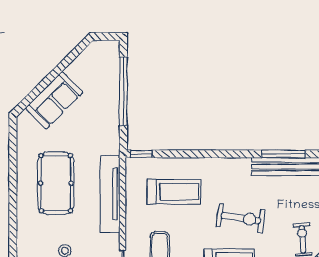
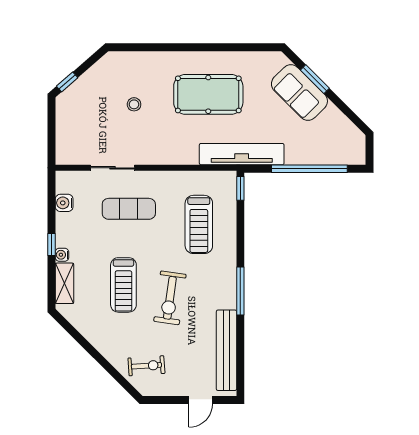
window: (42, 86) -> (315, 79), added
window: (284, 154) -> (240, 291), moved
tv unit: (110, 194) -> (242, 154), moved

